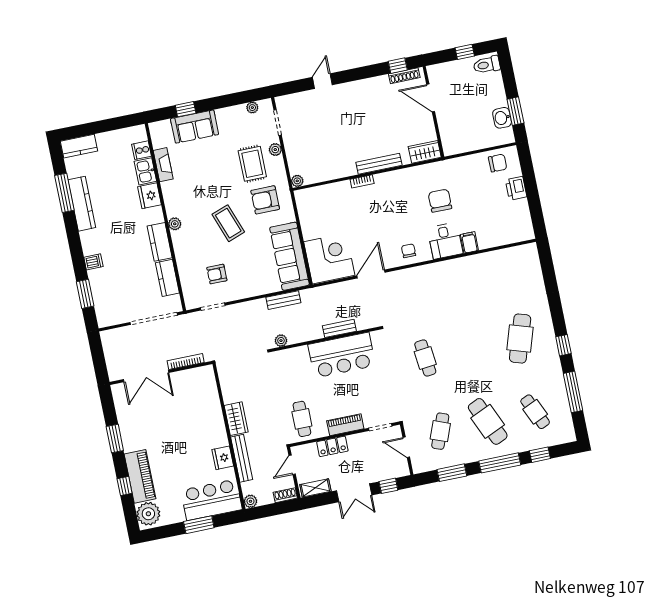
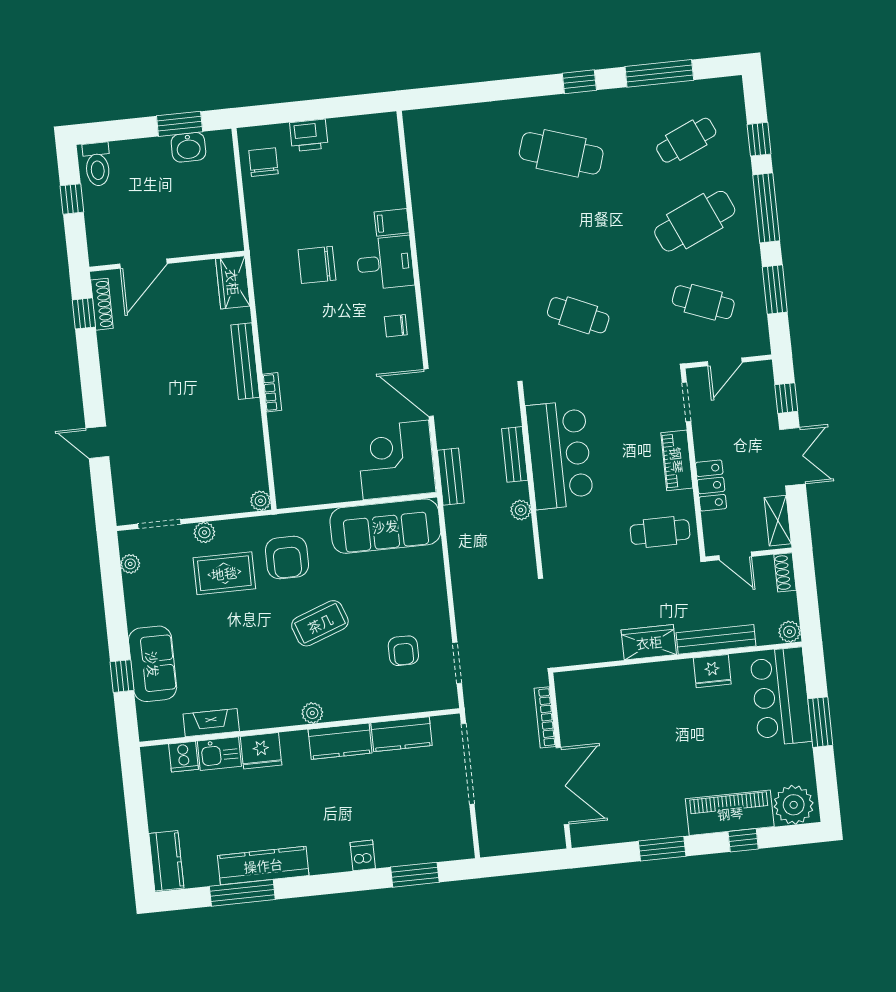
bench: (283, 300) -> (451, 477), moved
plant: (281, 341) -> (521, 510), moved
cafe table: (425, 358) -> (578, 315), turned 30

